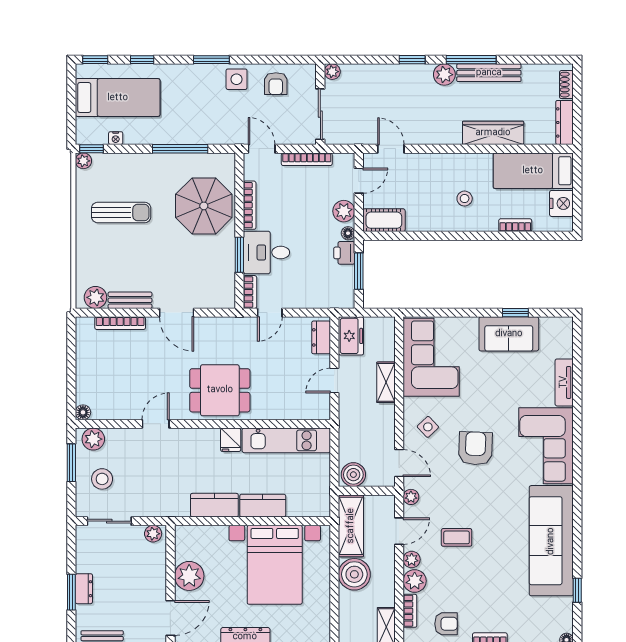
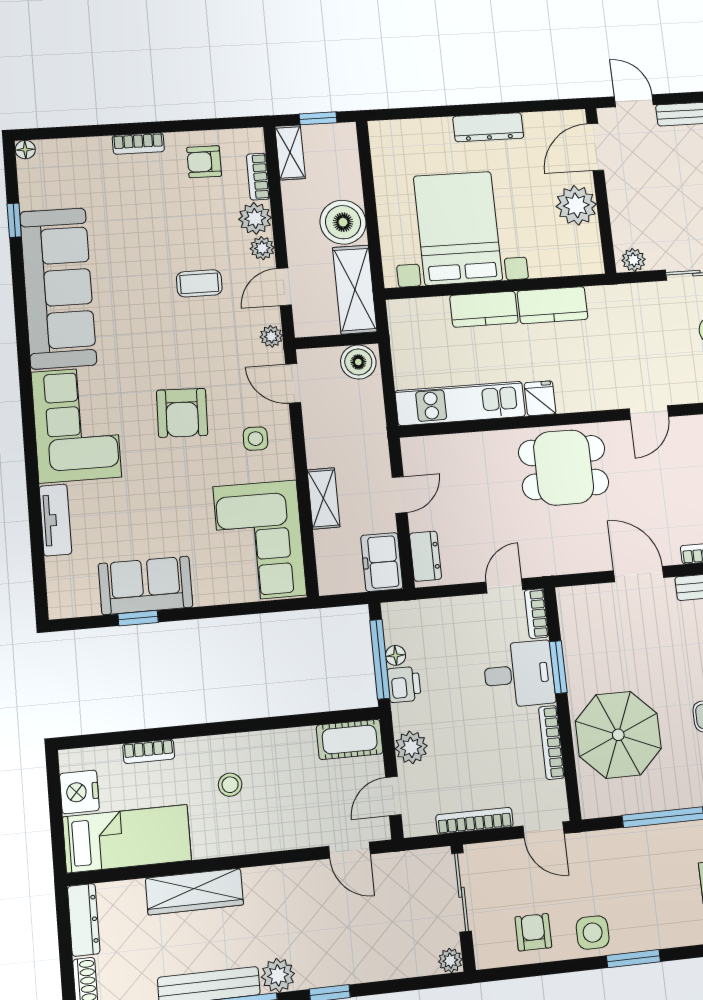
floor lamp: (348, 233) -> (396, 655), moved
window: (359, 271) -> (380, 659), width x1.44
side table: (428, 427) -> (256, 439), turned 45

